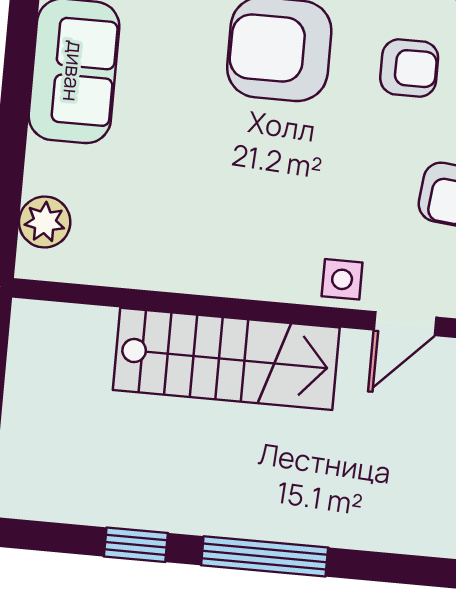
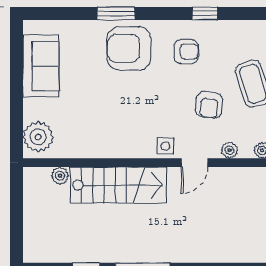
plant: (45, 222) -> (38, 137), width x1.36, depth x1.36
plant: (95, 325) -> (60, 176), added

